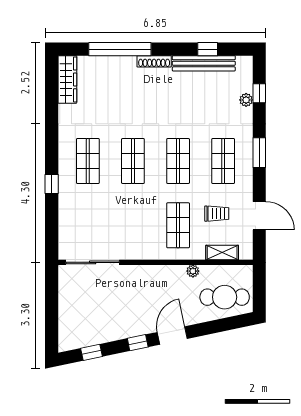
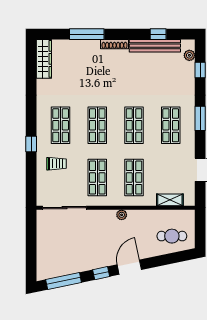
window: (120, 49) -> (87, 34), width x0.68
plant: (246, 100) -> (189, 55), moved
trolley: (217, 214) -> (56, 164), moved
shop shelf: (133, 225) -> (97, 178), added
plant: (193, 271) -> (122, 215), moved
cafe table: (225, 297) -> (172, 236), width x0.73, depth x0.74
window: (91, 352) -> (64, 281), width x2.17

